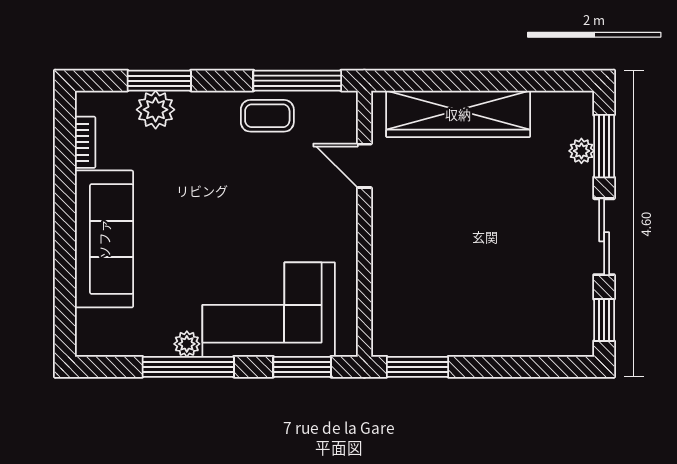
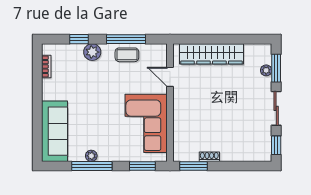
window: (159, 81) -> (79, 39), width x0.67
window: (297, 81) -> (126, 39), moved
plant: (156, 110) -> (92, 52), moved
sofa: (104, 239) -> (55, 131), moved
corner sofa: (269, 310) -> (146, 123), moved, turned -90
shoe rack: (453, 346) -> (209, 157), added

